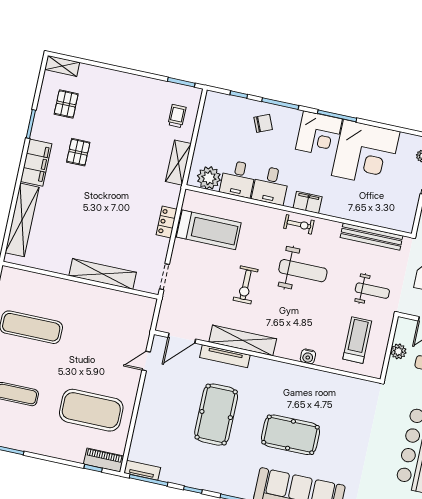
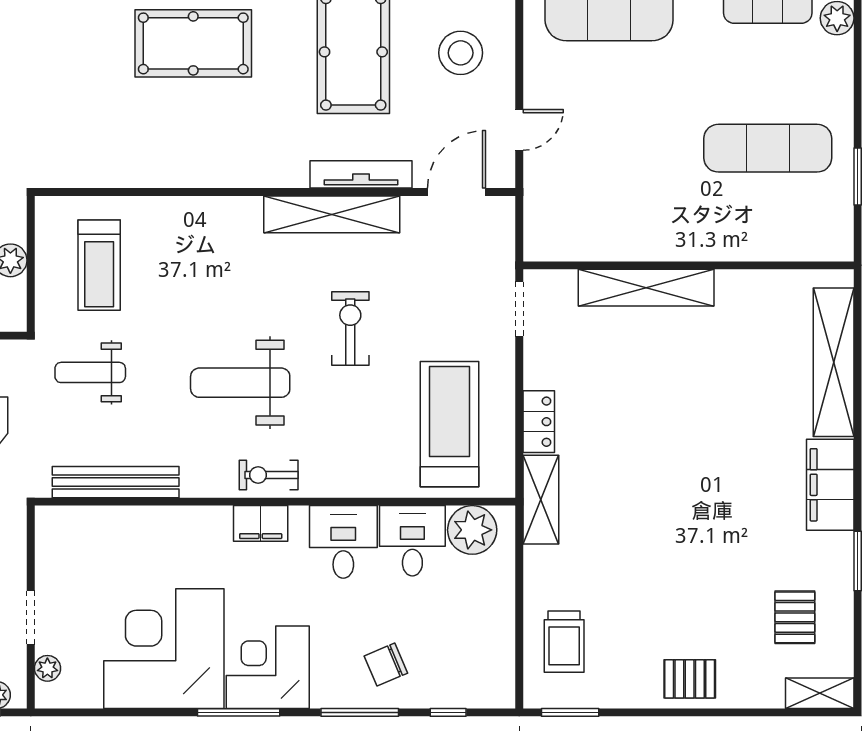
trolley: (177, 116) -> (564, 642), width x1.36, depth x1.39
pallet: (78, 152) -> (690, 679), moved, turned 90
shelving: (178, 163) -> (541, 500), moved
treadmill: (209, 230) -> (449, 424), turned 90
water cooler: (308, 356) -> (192, 210), removed
stool: (166, 403) -> (461, 53), added

